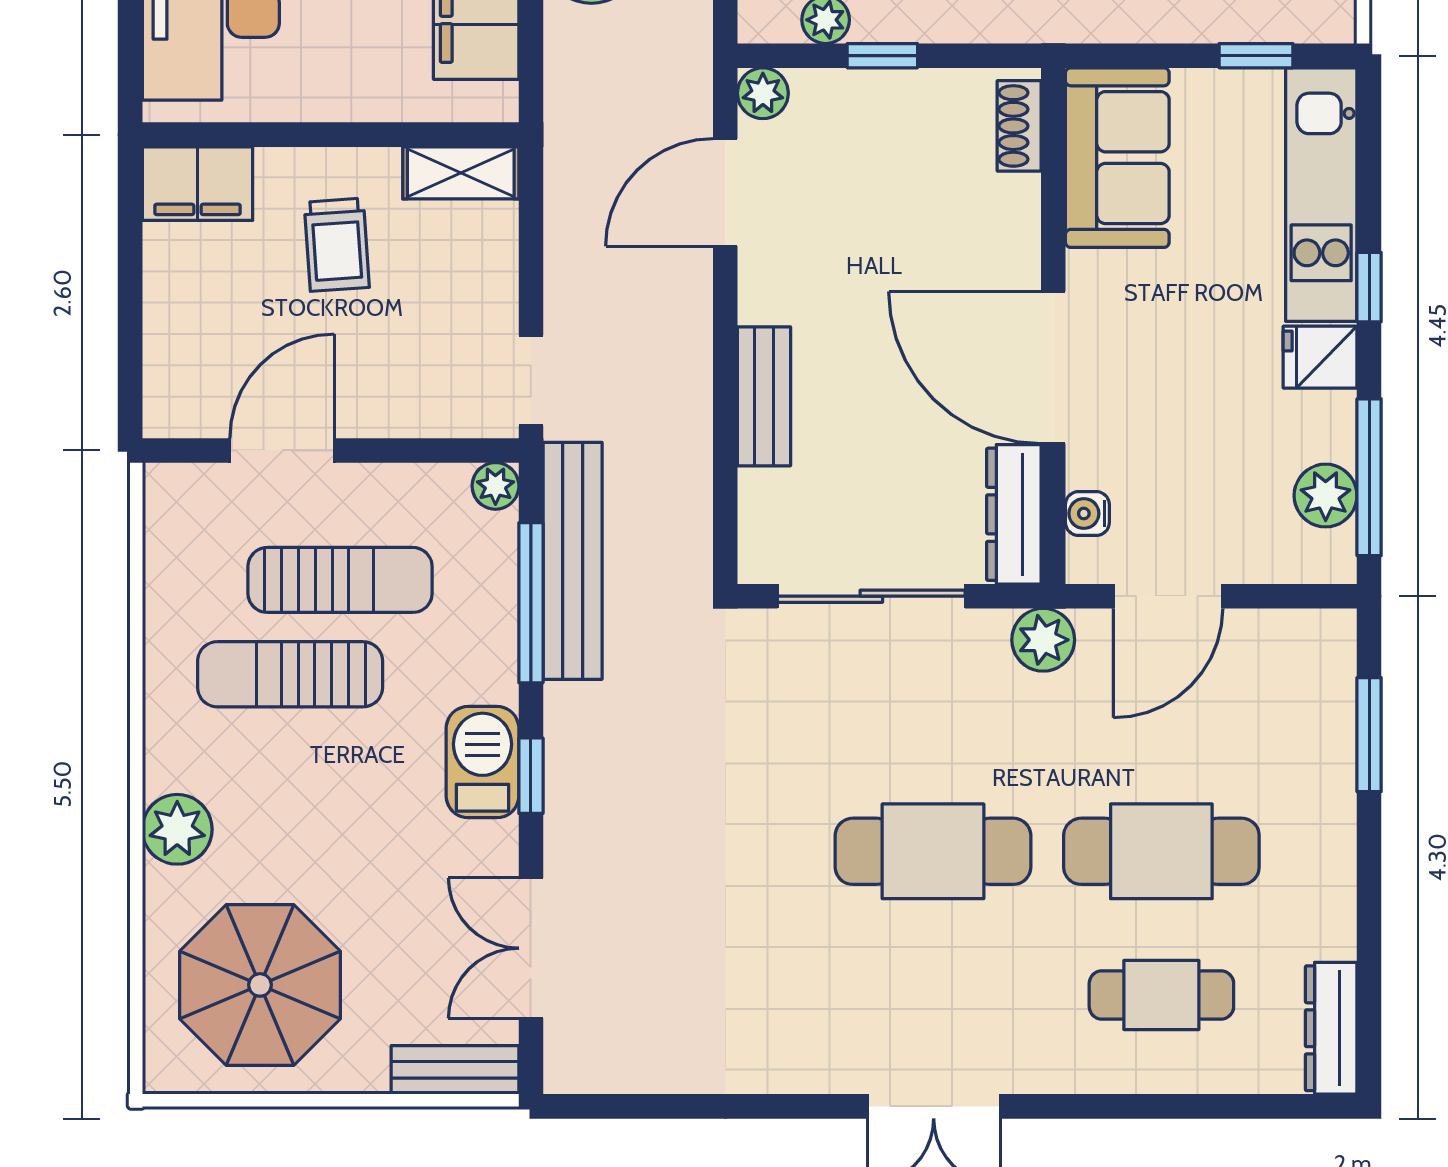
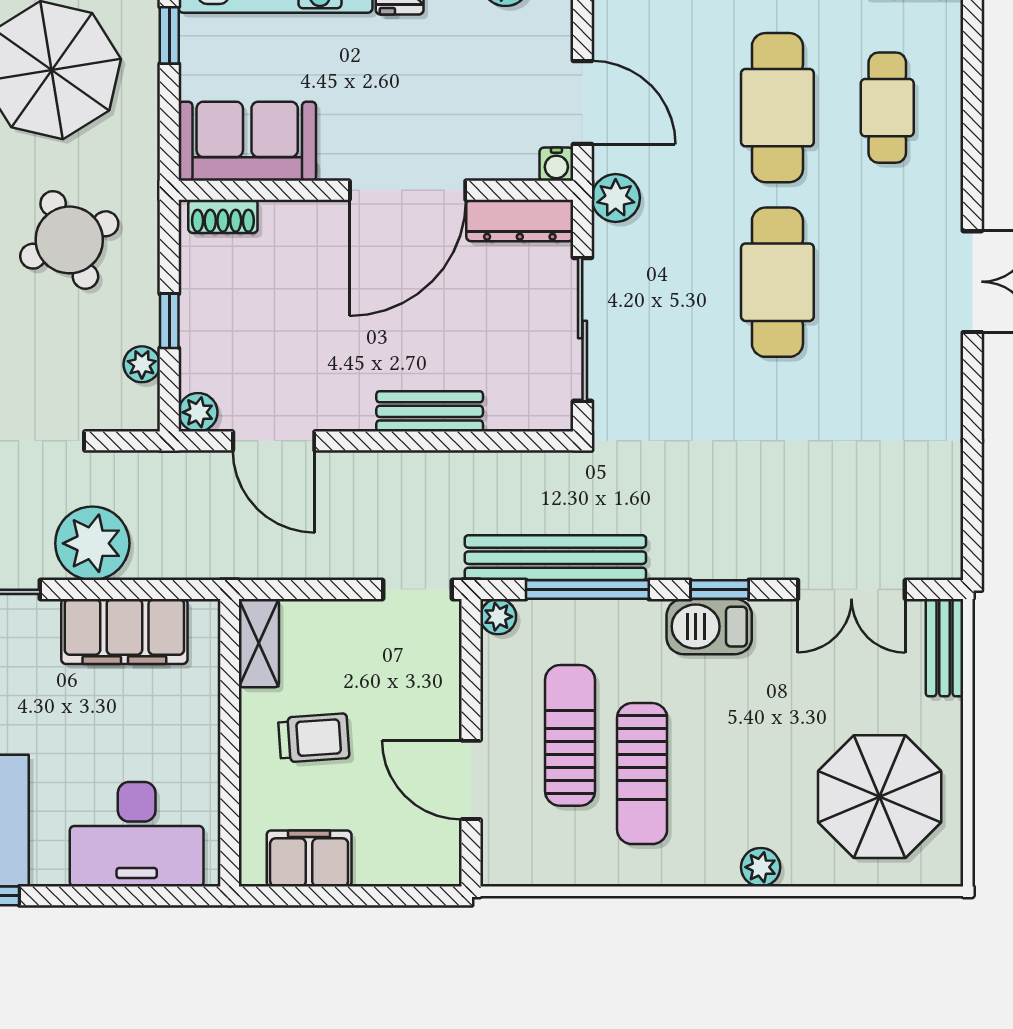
filing cabinet: (198, 184) -> (309, 858), moved, turned -90
water cooler: (1087, 514) -> (556, 164), moved
plant: (177, 829) -> (761, 867), width x0.73, depth x0.73

